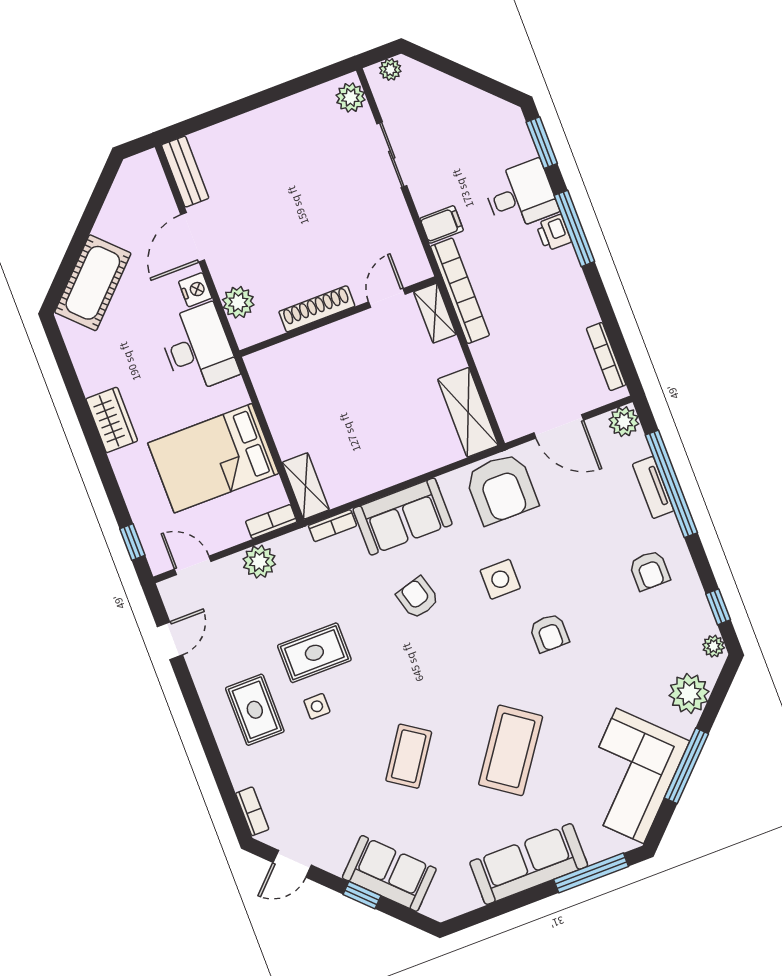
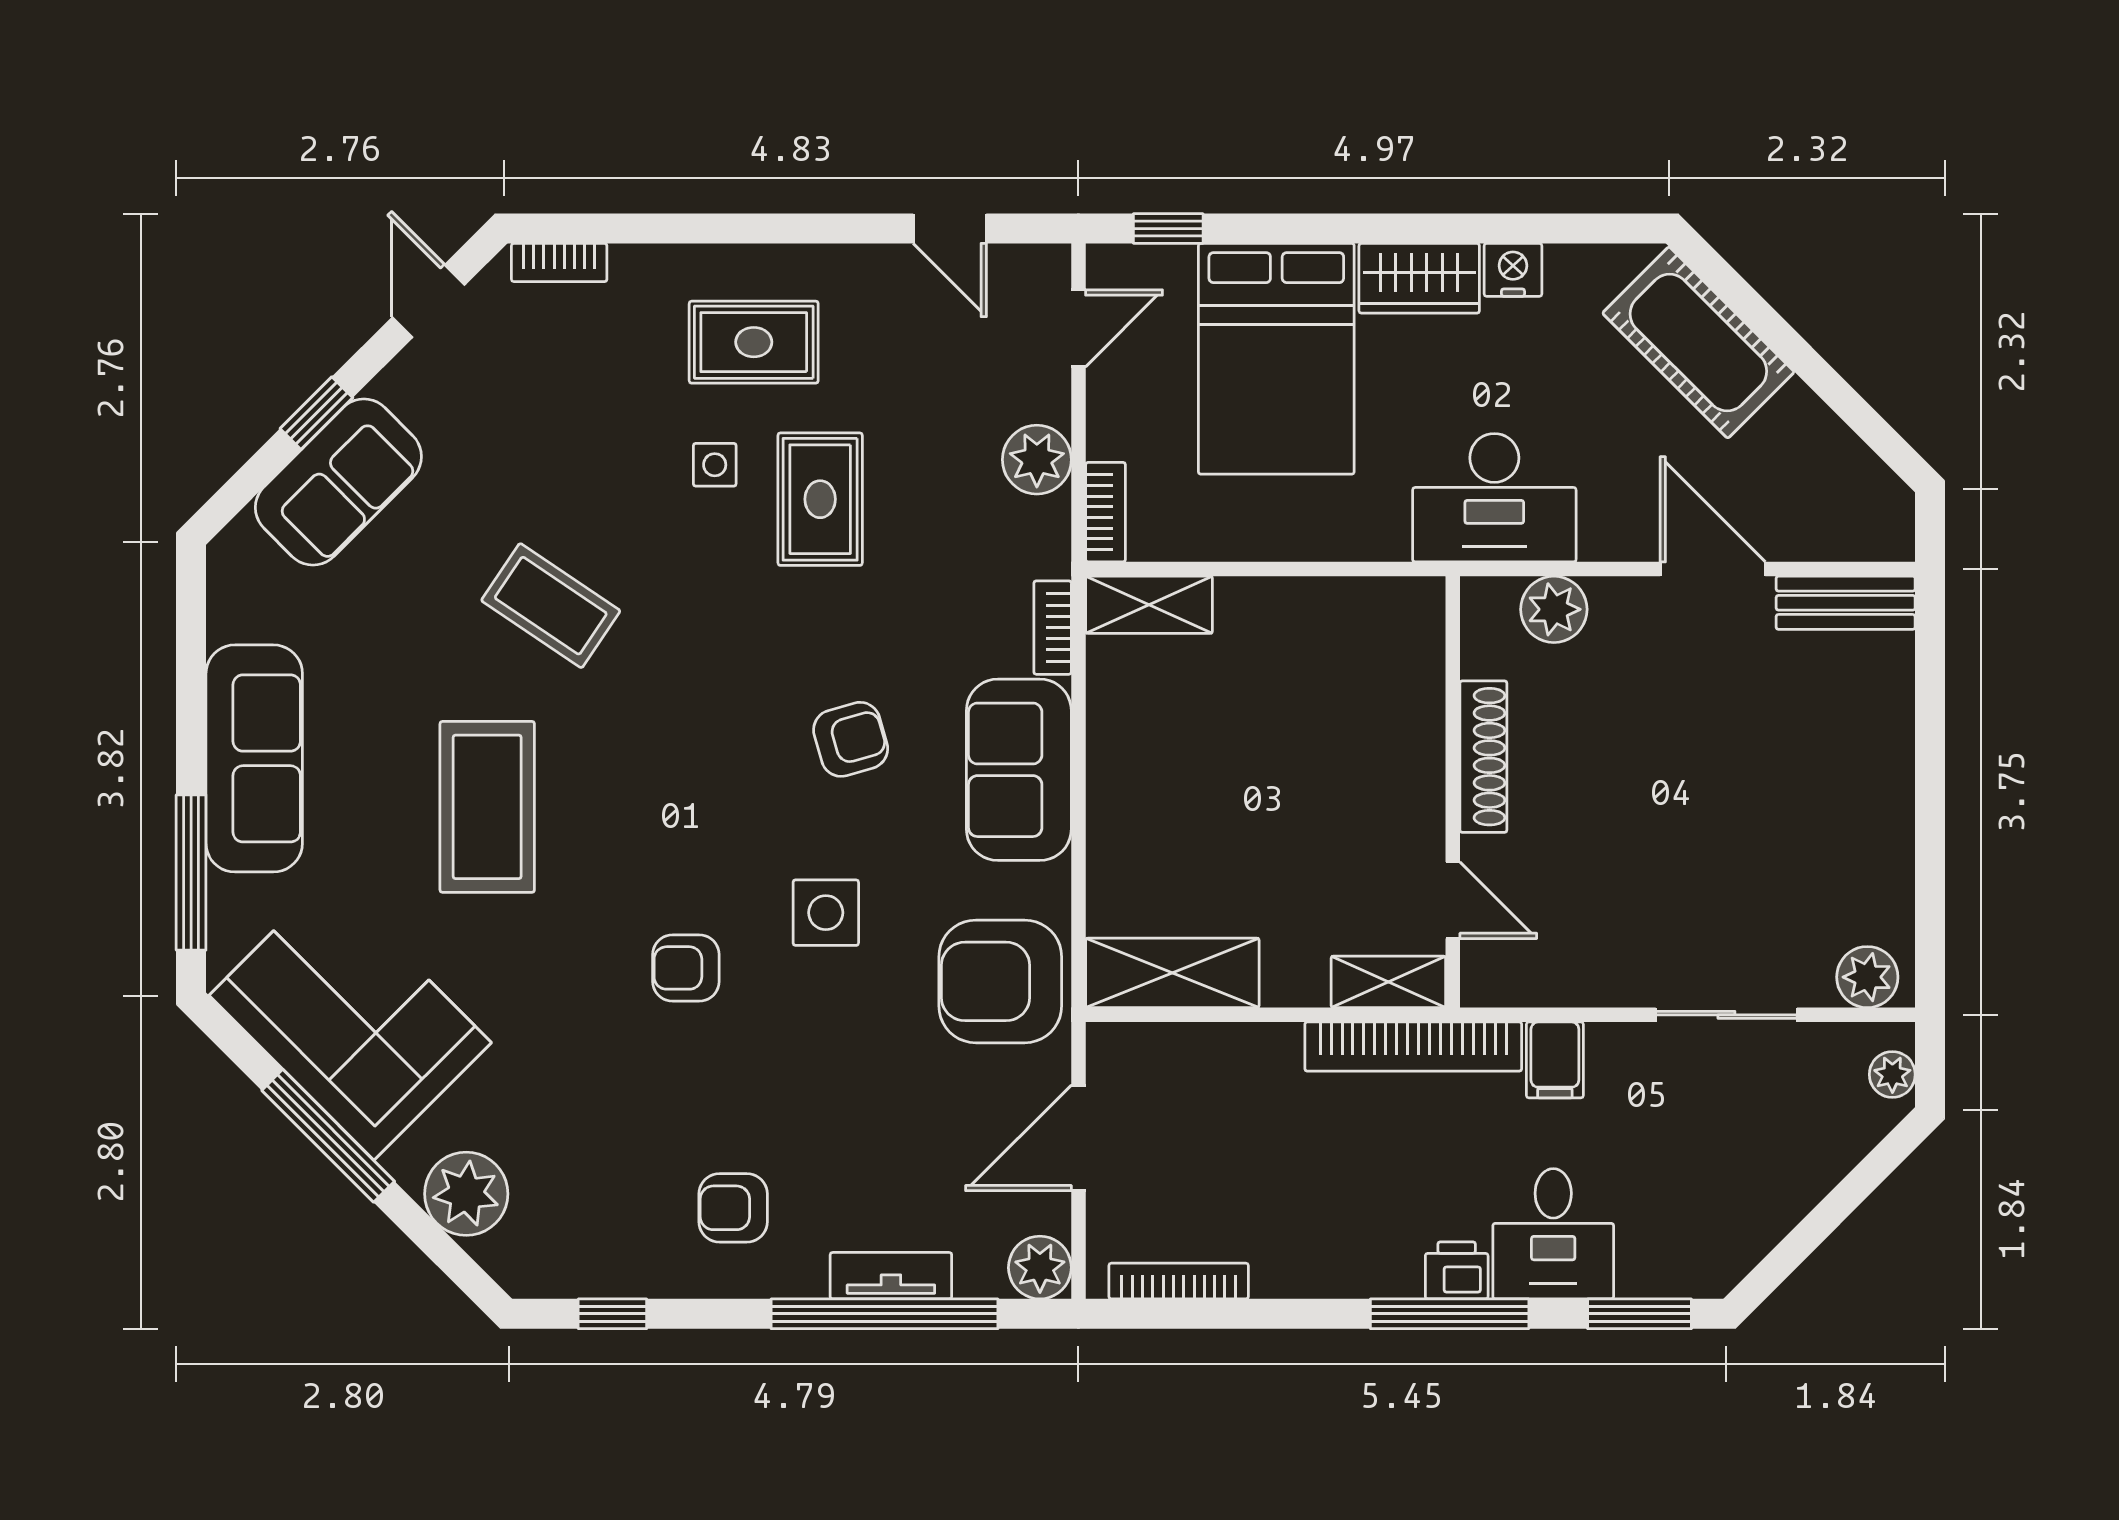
nightstand: (195, 290) -> (1513, 270), moved, turned 180
bed: (213, 458) -> (1276, 359), moved, turned 180
plant: (714, 646) -> (540, 1276), removed
coffee table: (511, 750) -> (487, 807), turned 55

